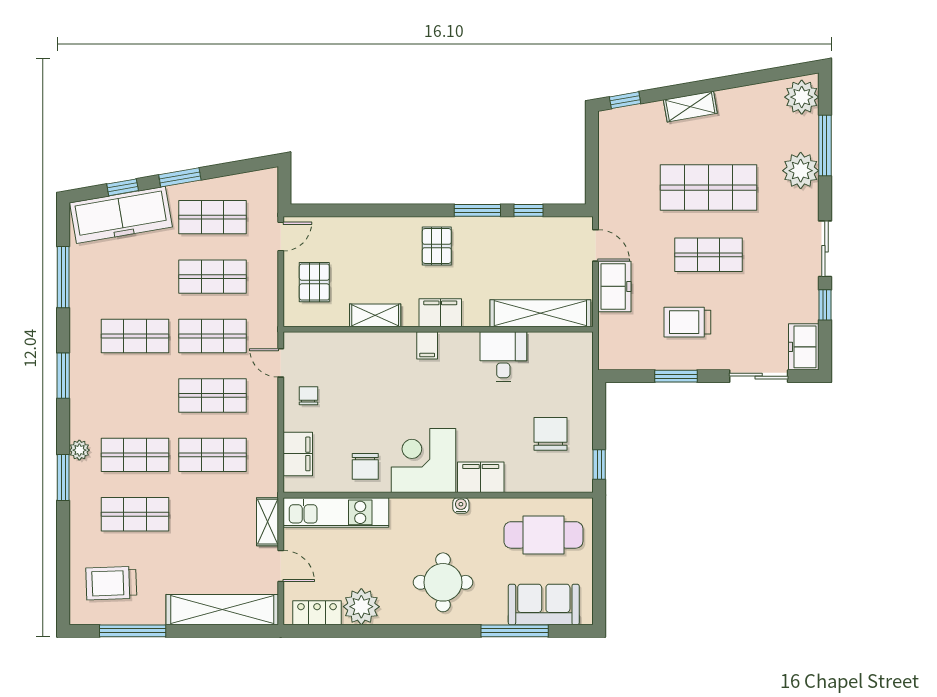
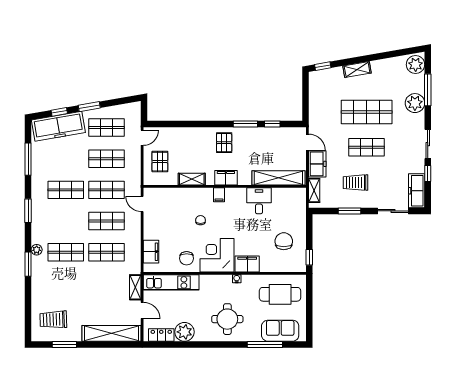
shelving: (608, 337) -> (314, 190), added
freezer: (804, 347) -> (417, 191), width x1.40
chair: (308, 396) -> (201, 220), moved
shop shelf: (135, 514) -> (66, 283), removed
window: (133, 631) -> (64, 345), width x0.69

